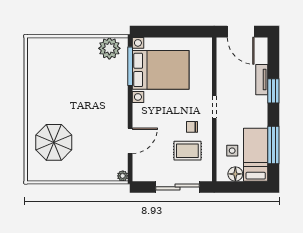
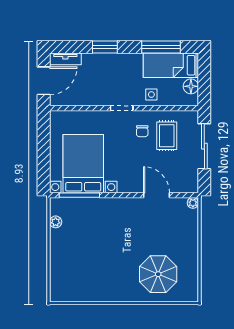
plant: (109, 48) -> (56, 222), width x0.53, depth x0.53
tv unit: (262, 80) -> (65, 59), moved
side table: (232, 151) -> (151, 95), moved

